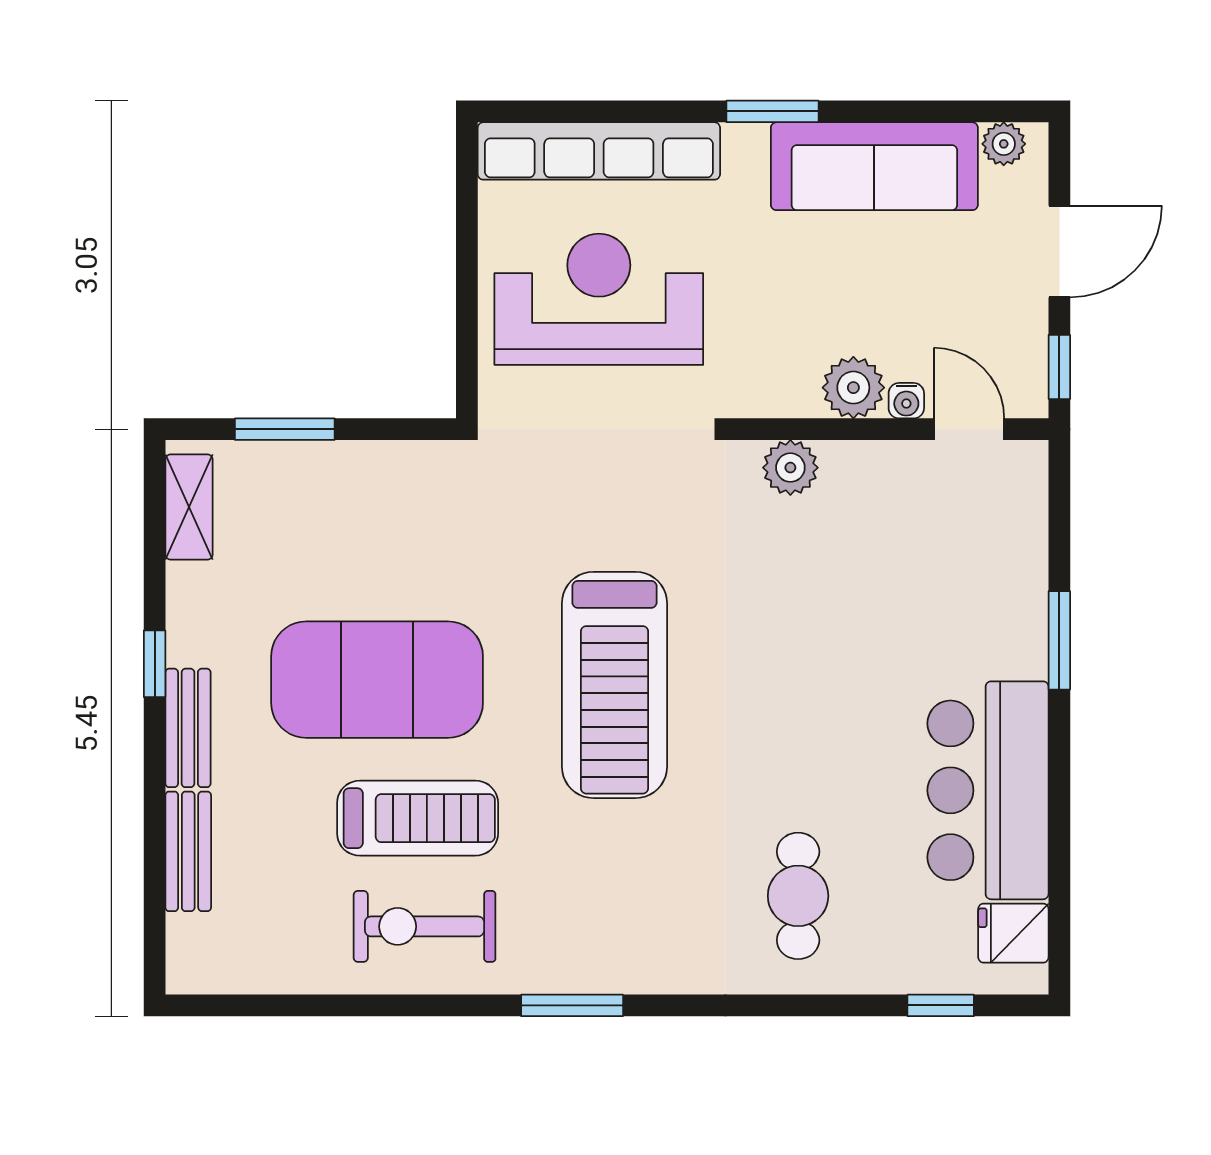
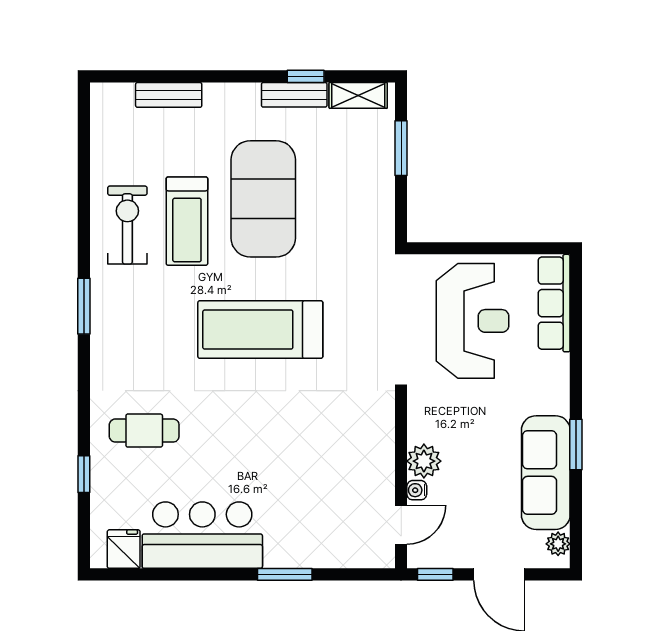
window: (772, 111) -> (576, 444), moved
row of seats: (599, 151) -> (554, 303), width x0.73
plant: (790, 468) -> (380, 426), removed
window: (155, 664) -> (306, 76), moved
bench: (188, 728) -> (294, 95), moved
window: (941, 1005) -> (84, 474), moved

